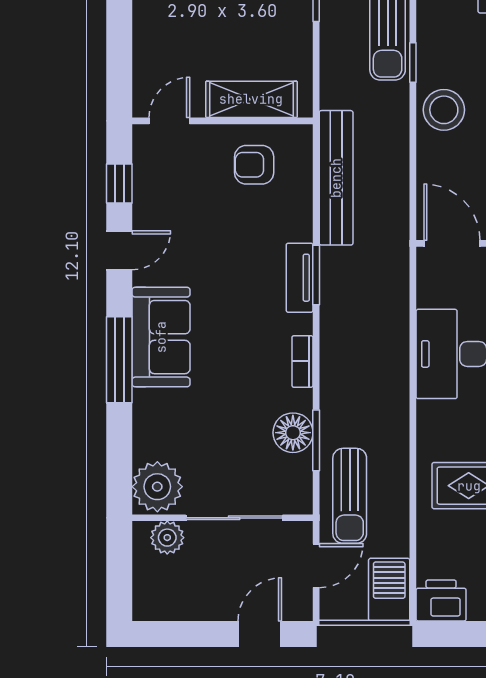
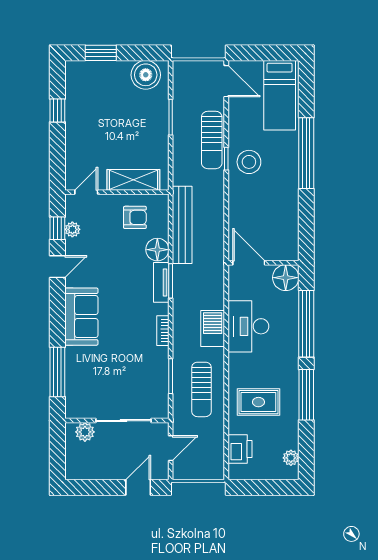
stool: (444, 110) -> (249, 162), moved
armchair: (254, 165) -> (135, 217), turned 180
window: (119, 360) -> (57, 372), moved
floor lamp: (293, 433) -> (157, 250), moved
plant: (157, 487) -> (72, 229), moved, width x0.53, depth x0.53
sun lounger: (350, 496) -> (201, 389), moved
barbecue: (389, 590) -> (213, 329), moved
printer: (441, 600) -> (240, 449), moved, turned 90

